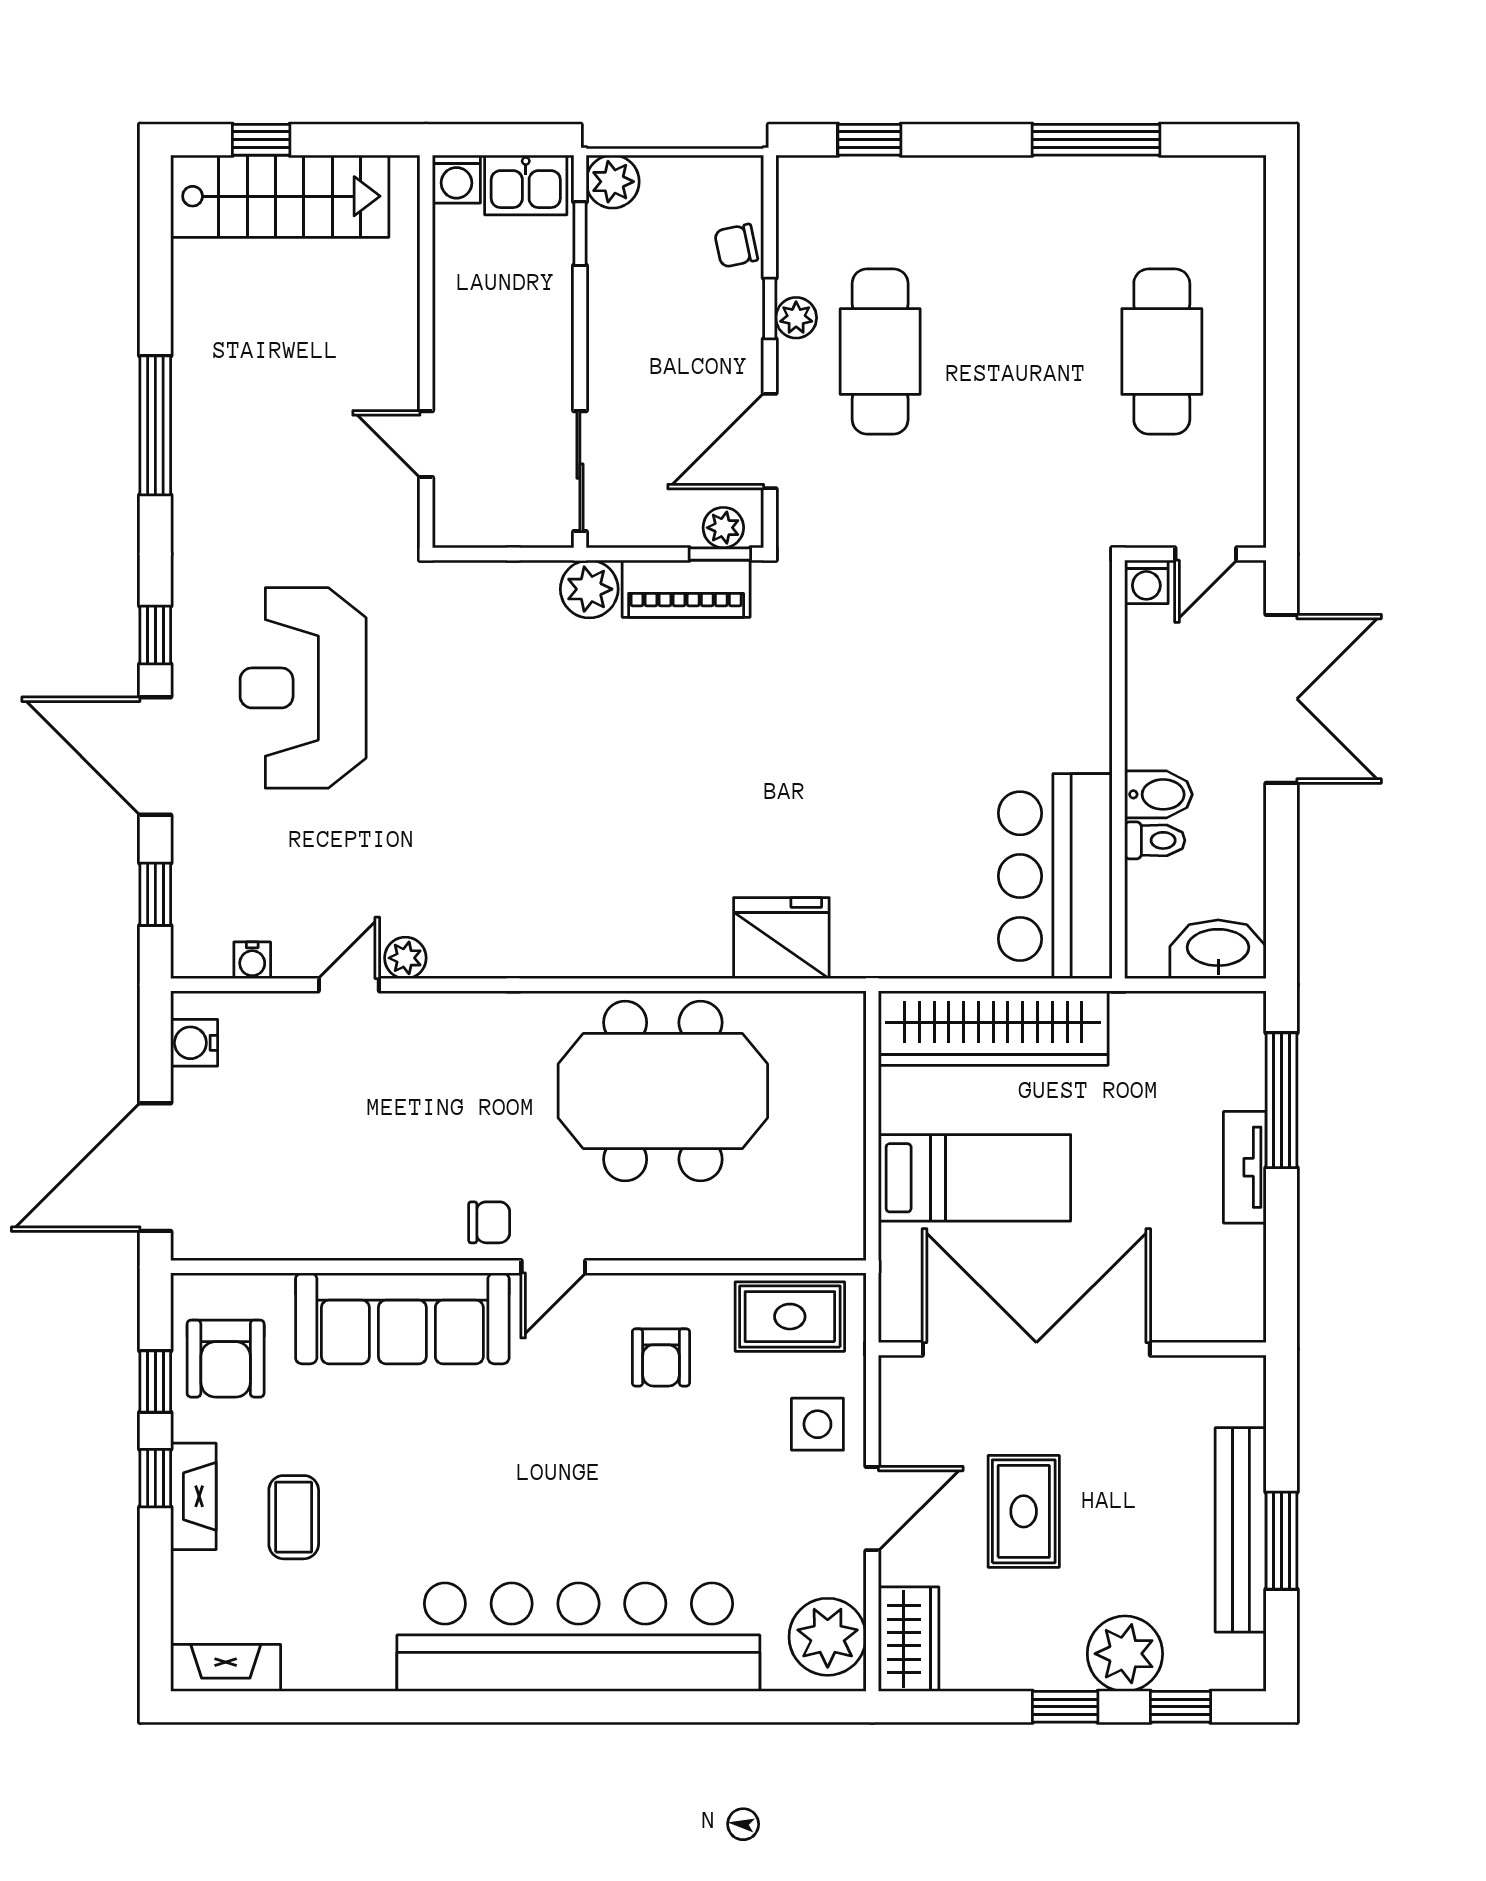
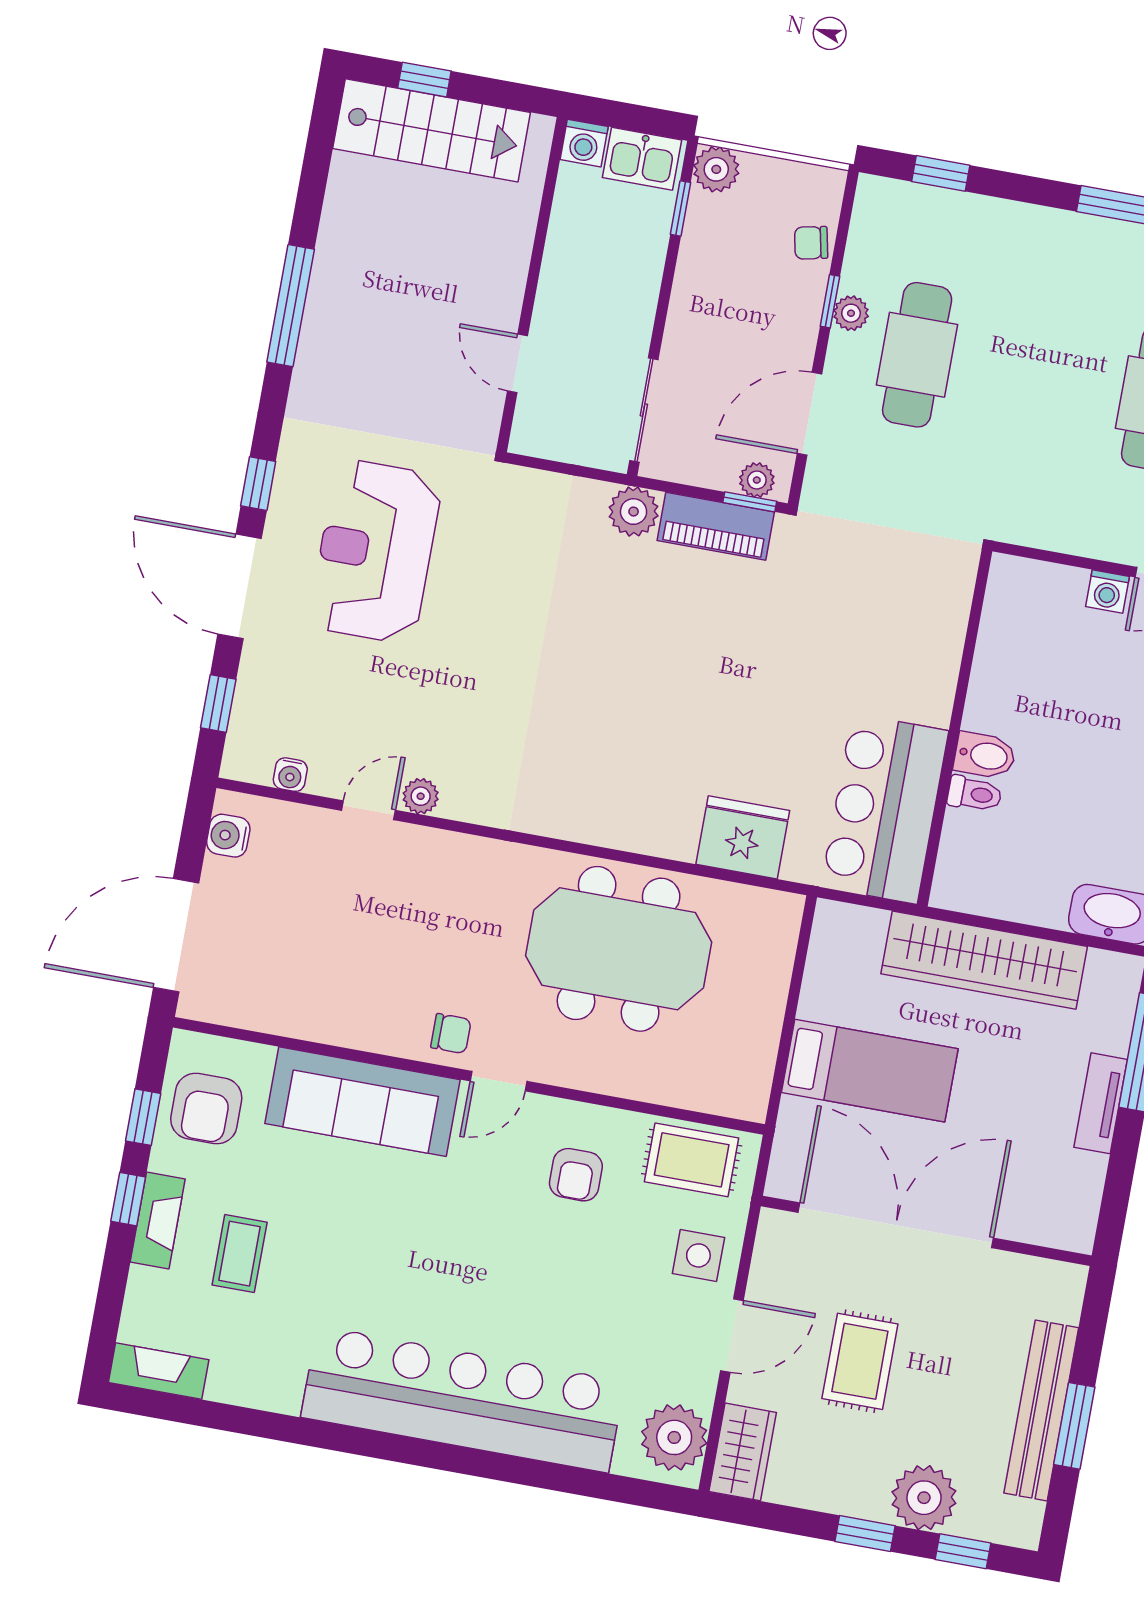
wall: (1118, 769) -> (955, 728), moved
bidet: (1158, 794) -> (985, 755), moved
toilet: (1155, 840) -> (975, 794), moved
bar counter: (1055, 876) -> (885, 809), moved
wardrobe: (993, 1028) -> (984, 960), moved

